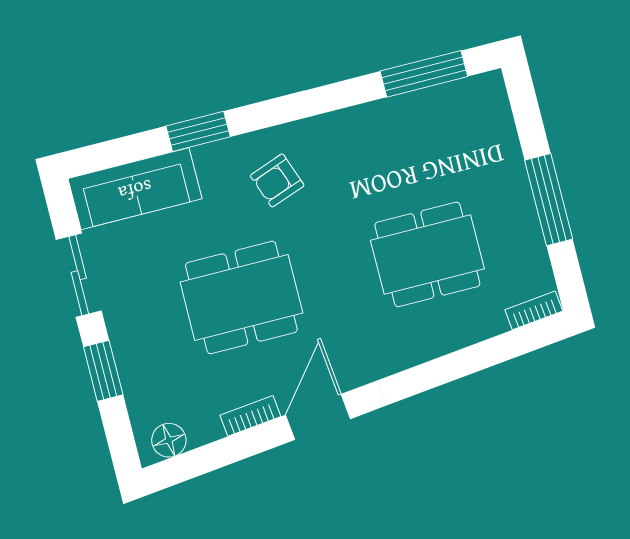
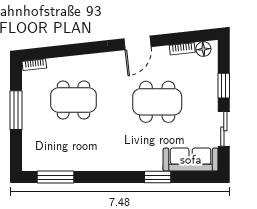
armchair: (277, 180) -> (129, 148), removed
bookcase: (250, 416) -> (182, 49), moved

